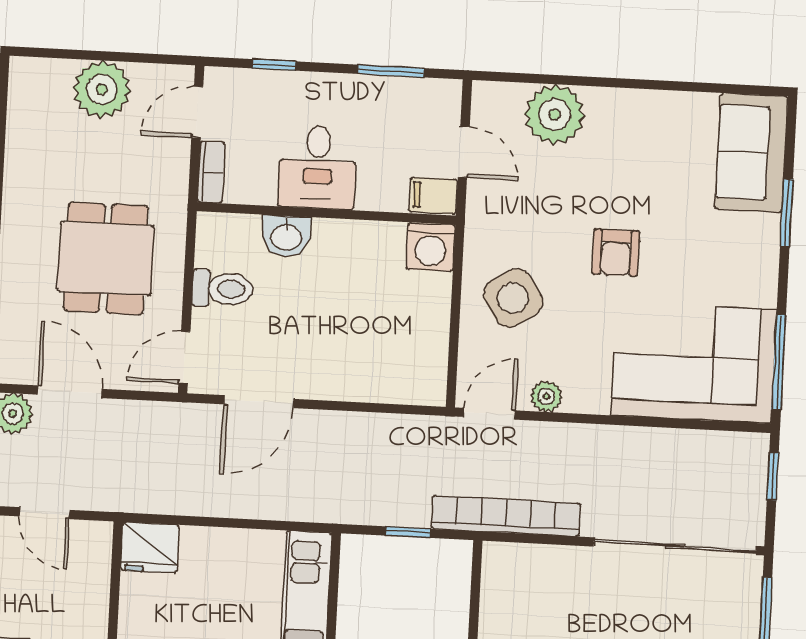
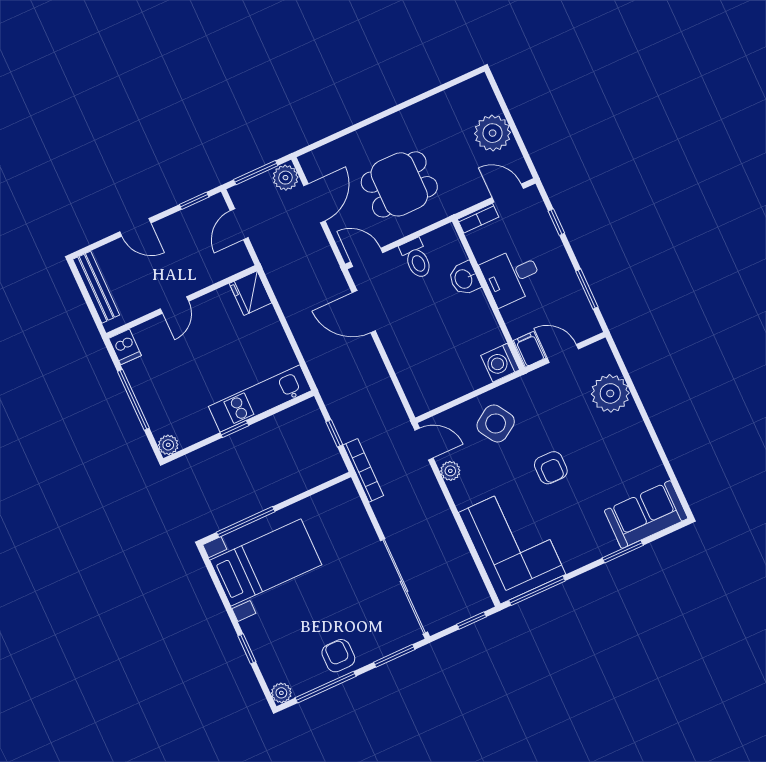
door: (464, 152) -> (563, 354), swing flipped
armchair: (616, 253) -> (551, 468), turned -90
bookcase: (506, 516) -> (363, 470), width x0.68, depth x0.76

